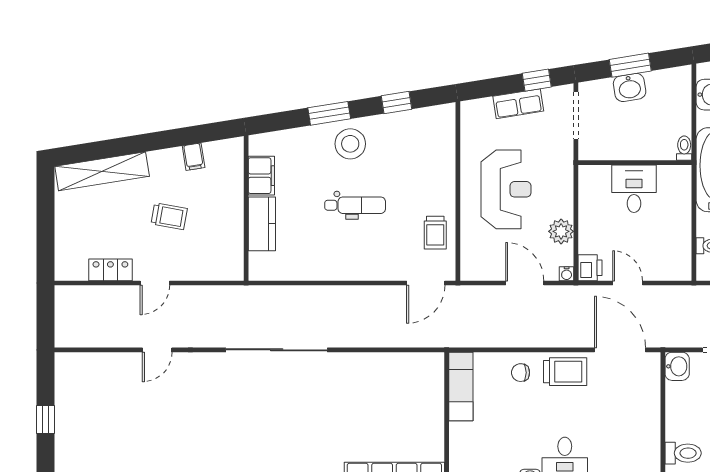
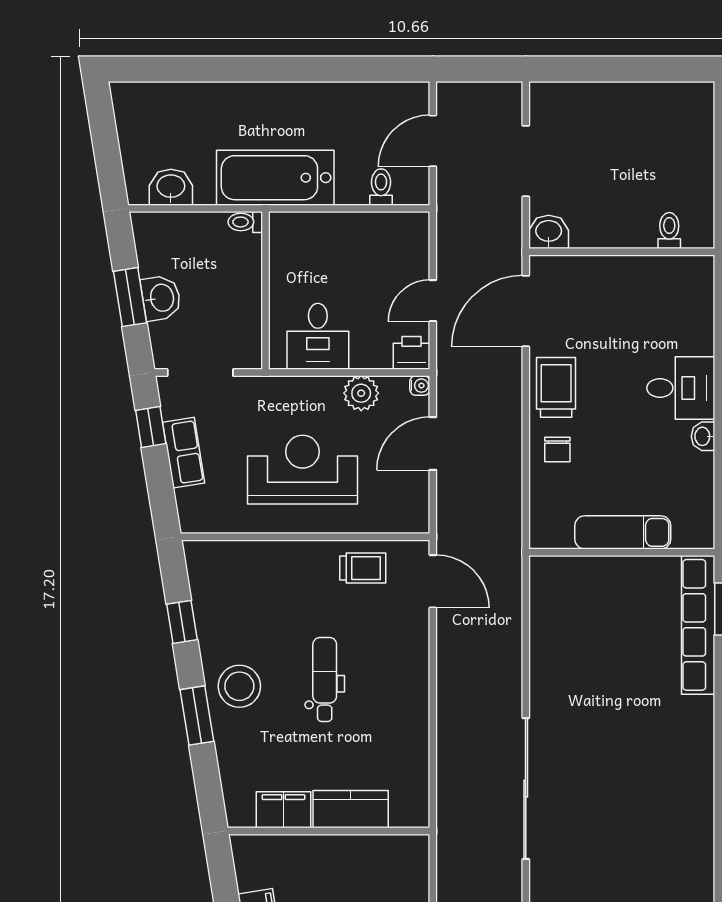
desk: (634, 189) -> (318, 336), moved, turned -90
exam couch: (461, 386) -> (623, 532), moved
toilet: (683, 453) -> (669, 231), width x0.73, depth x0.72

